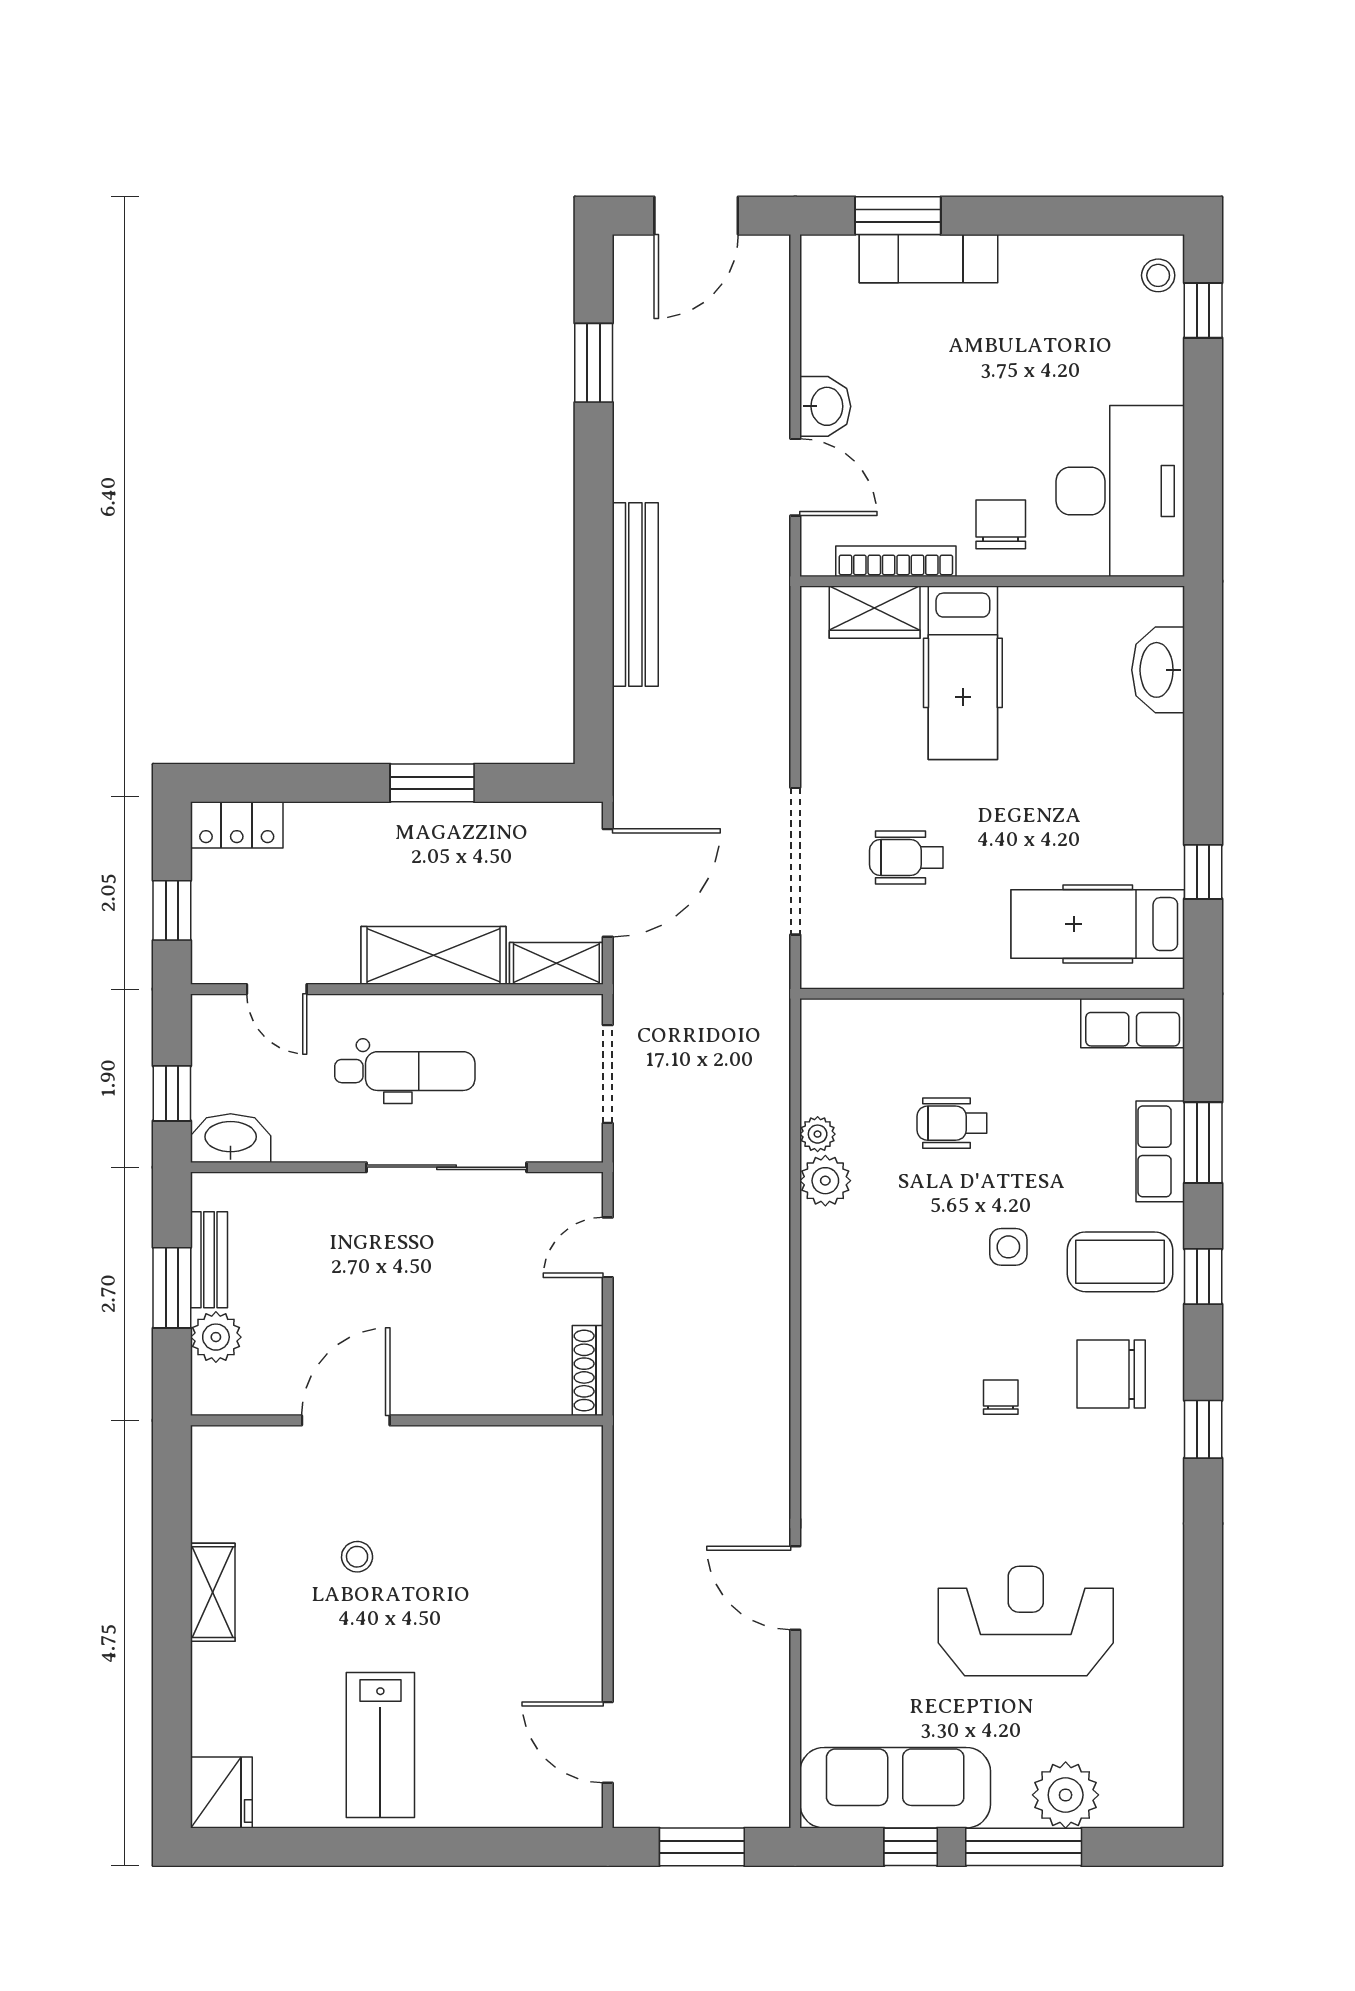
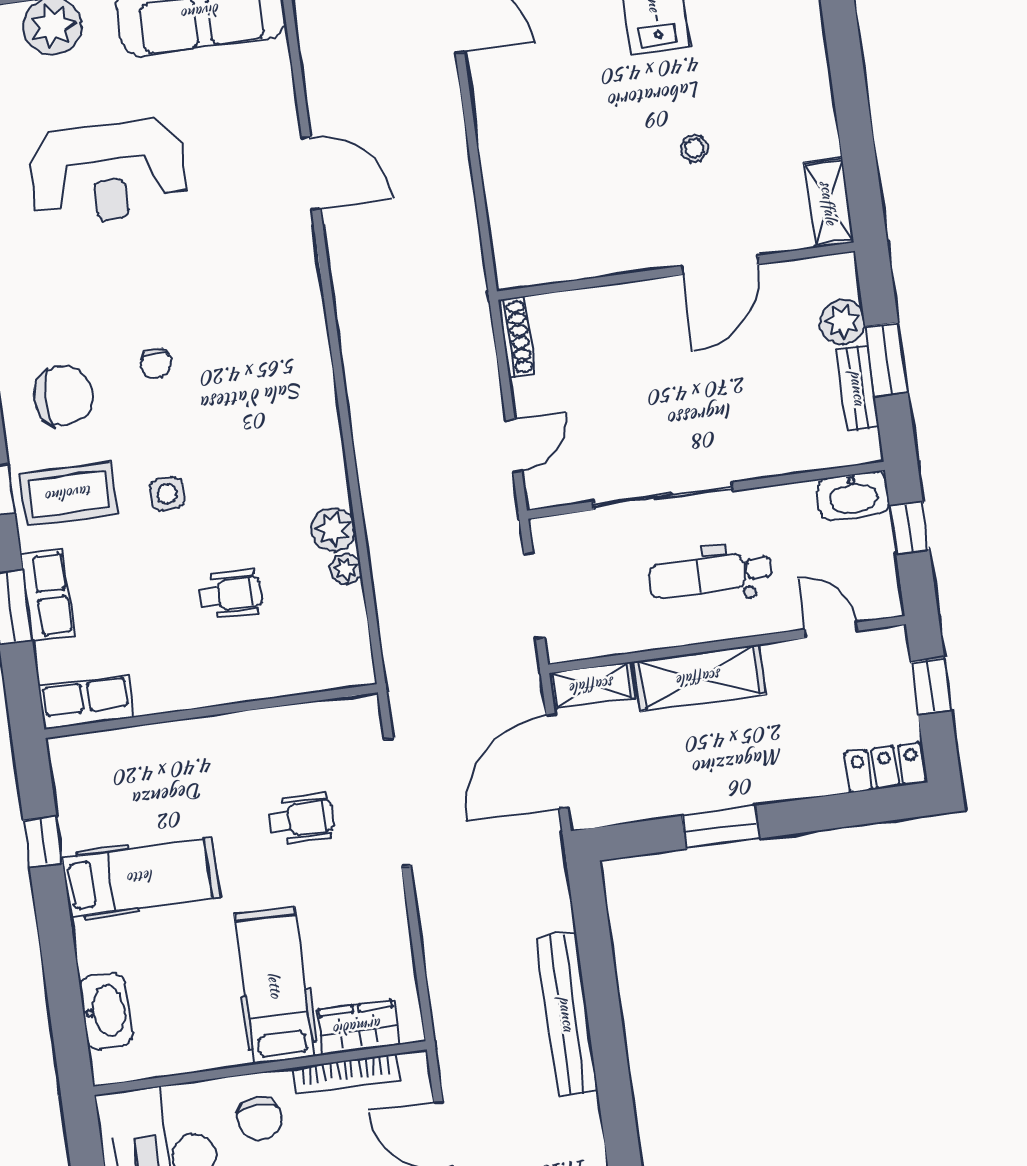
hospital bed: (1098, 924) -> (141, 877), moved
shelving: (213, 1592) -> (829, 203), moved

